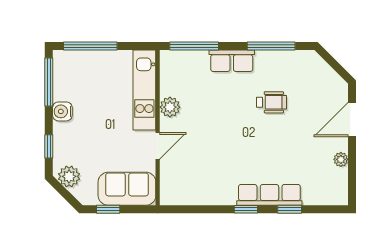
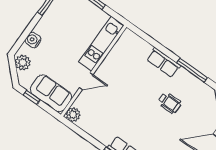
window: (194, 46) -> (148, 39), removed
plant: (170, 107) -> (73, 115), moved
water cooler: (62, 111) -> (33, 40), moved
window: (49, 146) -> (23, 37), removed

